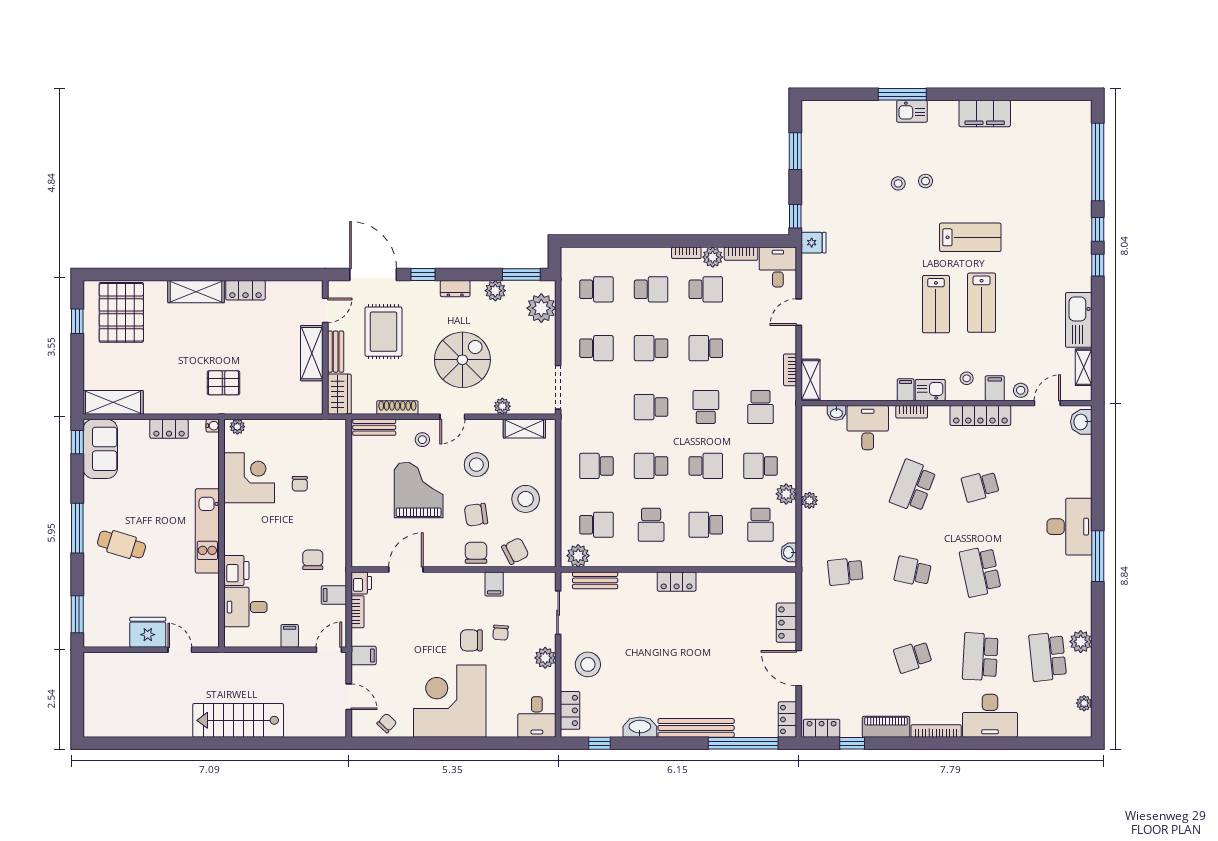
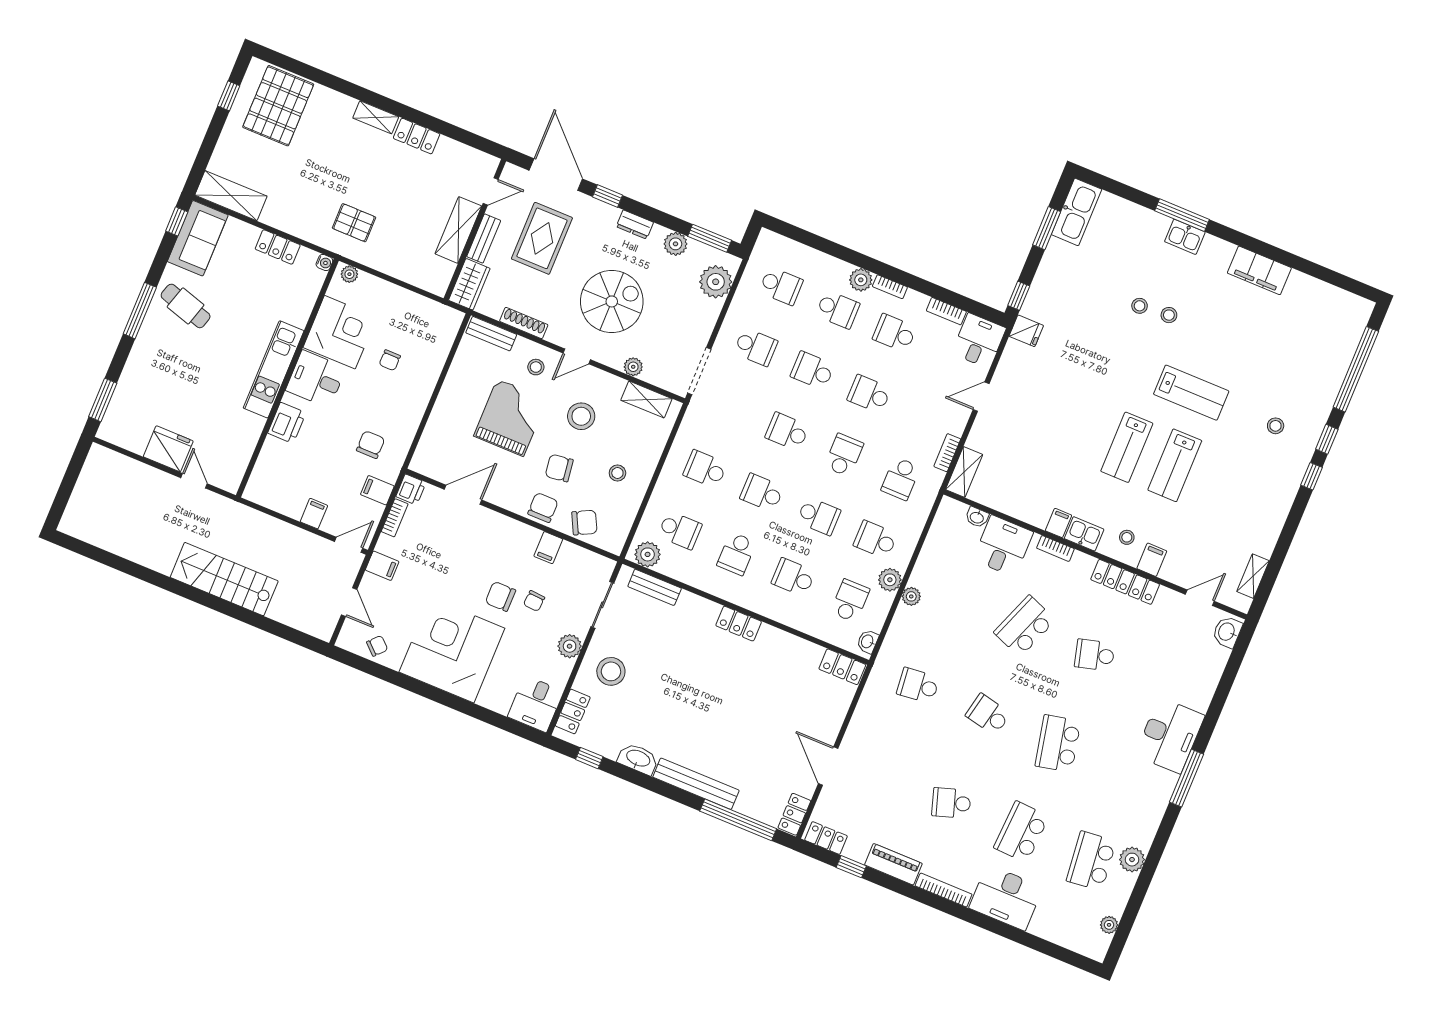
plant: (713, 257) -> (861, 280), moved
school desk: (706, 289) -> (894, 333), turned 180
shelving: (196, 292) -> (376, 117), width x0.67, depth x0.75
kitchen sink: (1079, 320) -> (1076, 212), moved, turned 180
stool: (1021, 390) -> (1276, 426), moved
stool: (526, 499) -> (617, 473), width x0.53, depth x0.53
school desk: (761, 525) -> (850, 601), turned 180
cafe table: (122, 545) -> (186, 306), moved
desk: (245, 607) -> (316, 379), moved
locker: (786, 623) -> (842, 667), moved, turned -90

